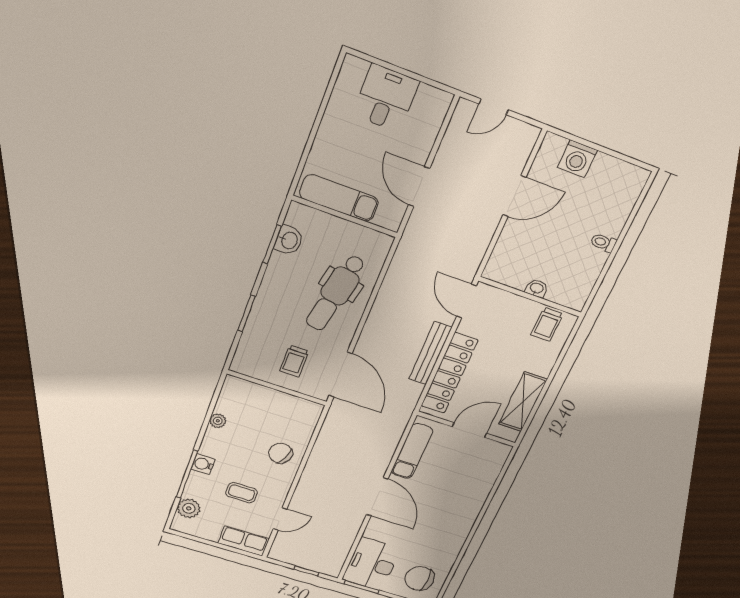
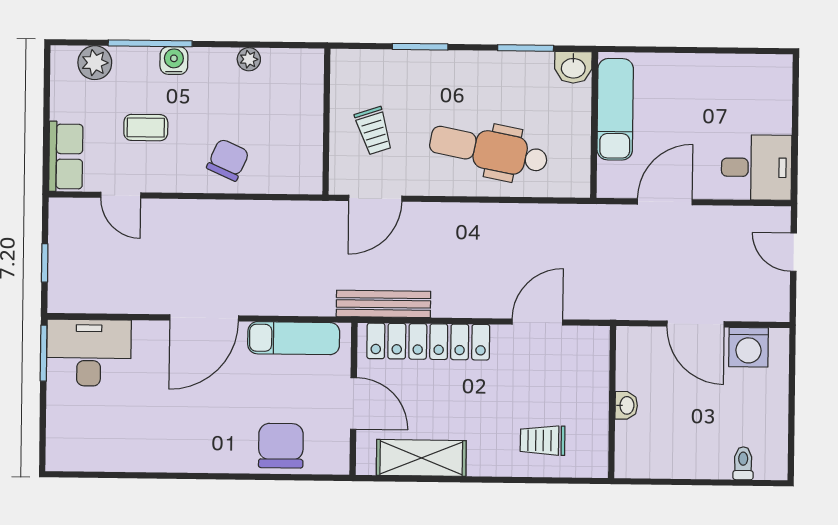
desk: (386, 98) -> (757, 167), moved
washing machine: (577, 159) -> (749, 347), moved, turned -90
washbasin: (289, 240) -> (573, 67), moved
toilet: (603, 243) -> (743, 463), moved
washbasin: (537, 288) -> (626, 405), moved
wall: (530, 297) -> (612, 402), moved
bench: (430, 353) -> (383, 304), moved
trolley: (294, 361) -> (374, 131), turned -108
door: (340, 375) -> (375, 198), width x0.73
coffee table: (242, 493) -> (146, 128), turned 90
chair: (419, 578) -> (281, 446), moved

